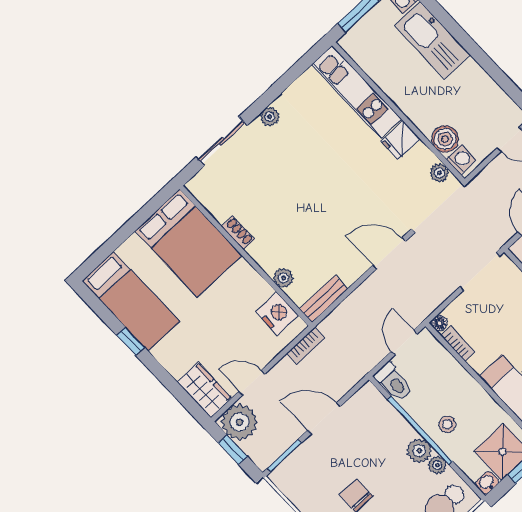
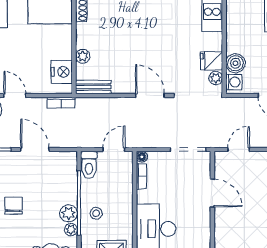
fridge: (400, 140) -> (212, 61), moved

